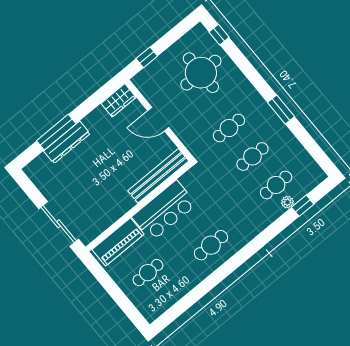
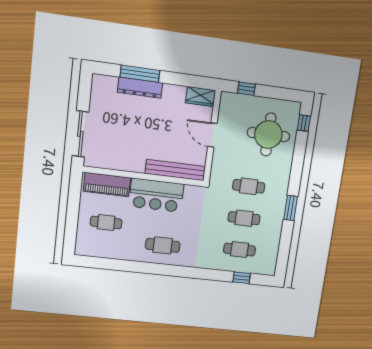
plant: (287, 202) -> (235, 267), removed

